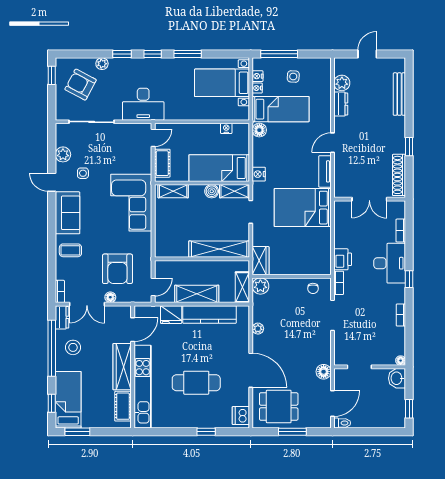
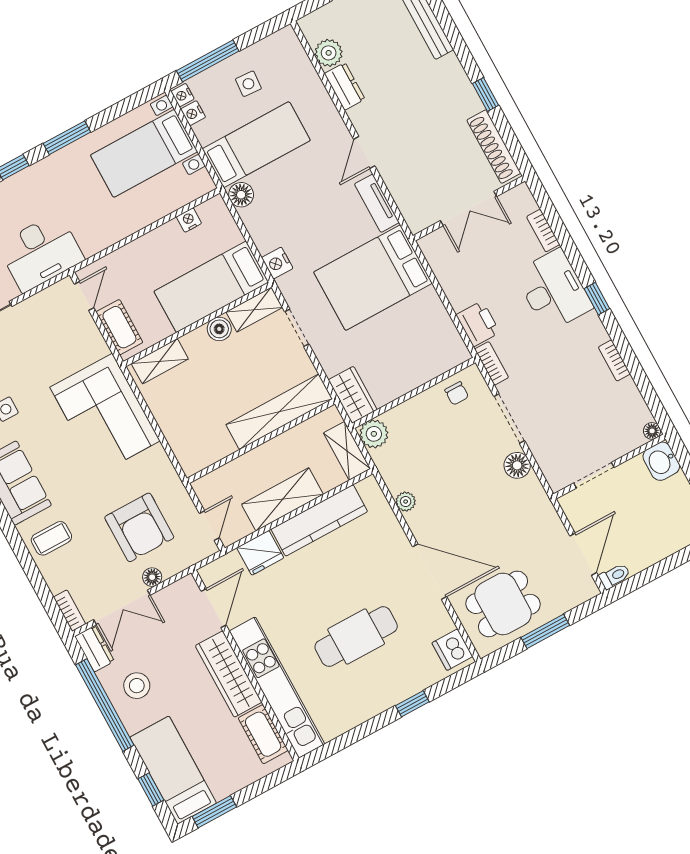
nightstand: (257, 88) -> (183, 95), moved
floor lamp: (324, 372) -> (517, 465), moved

